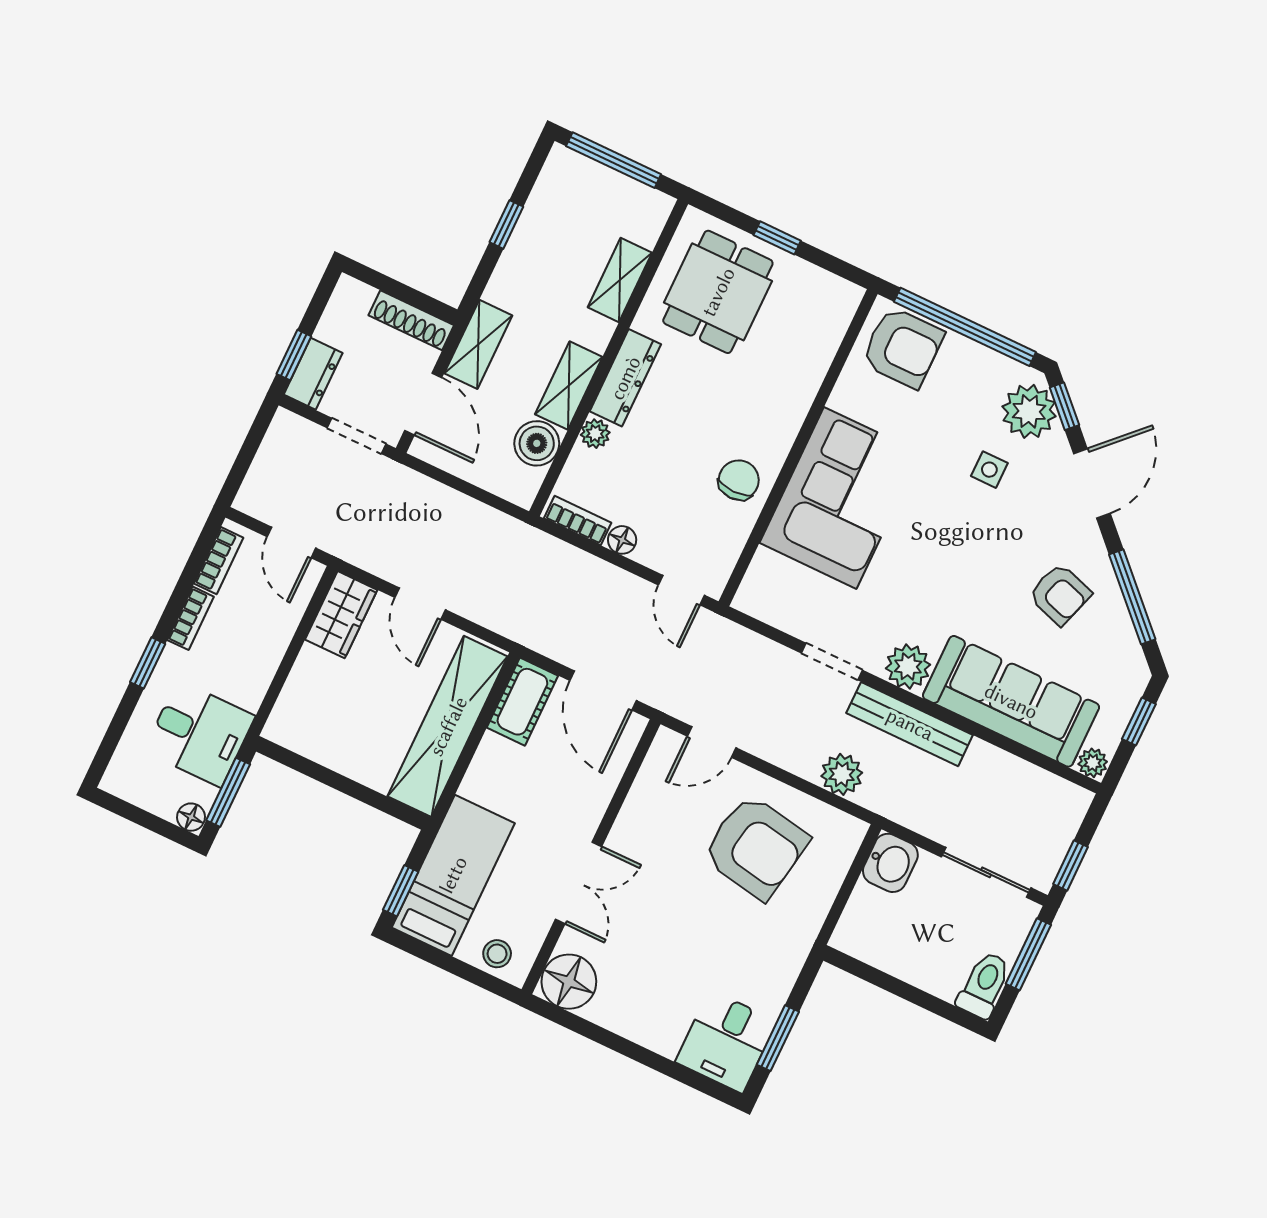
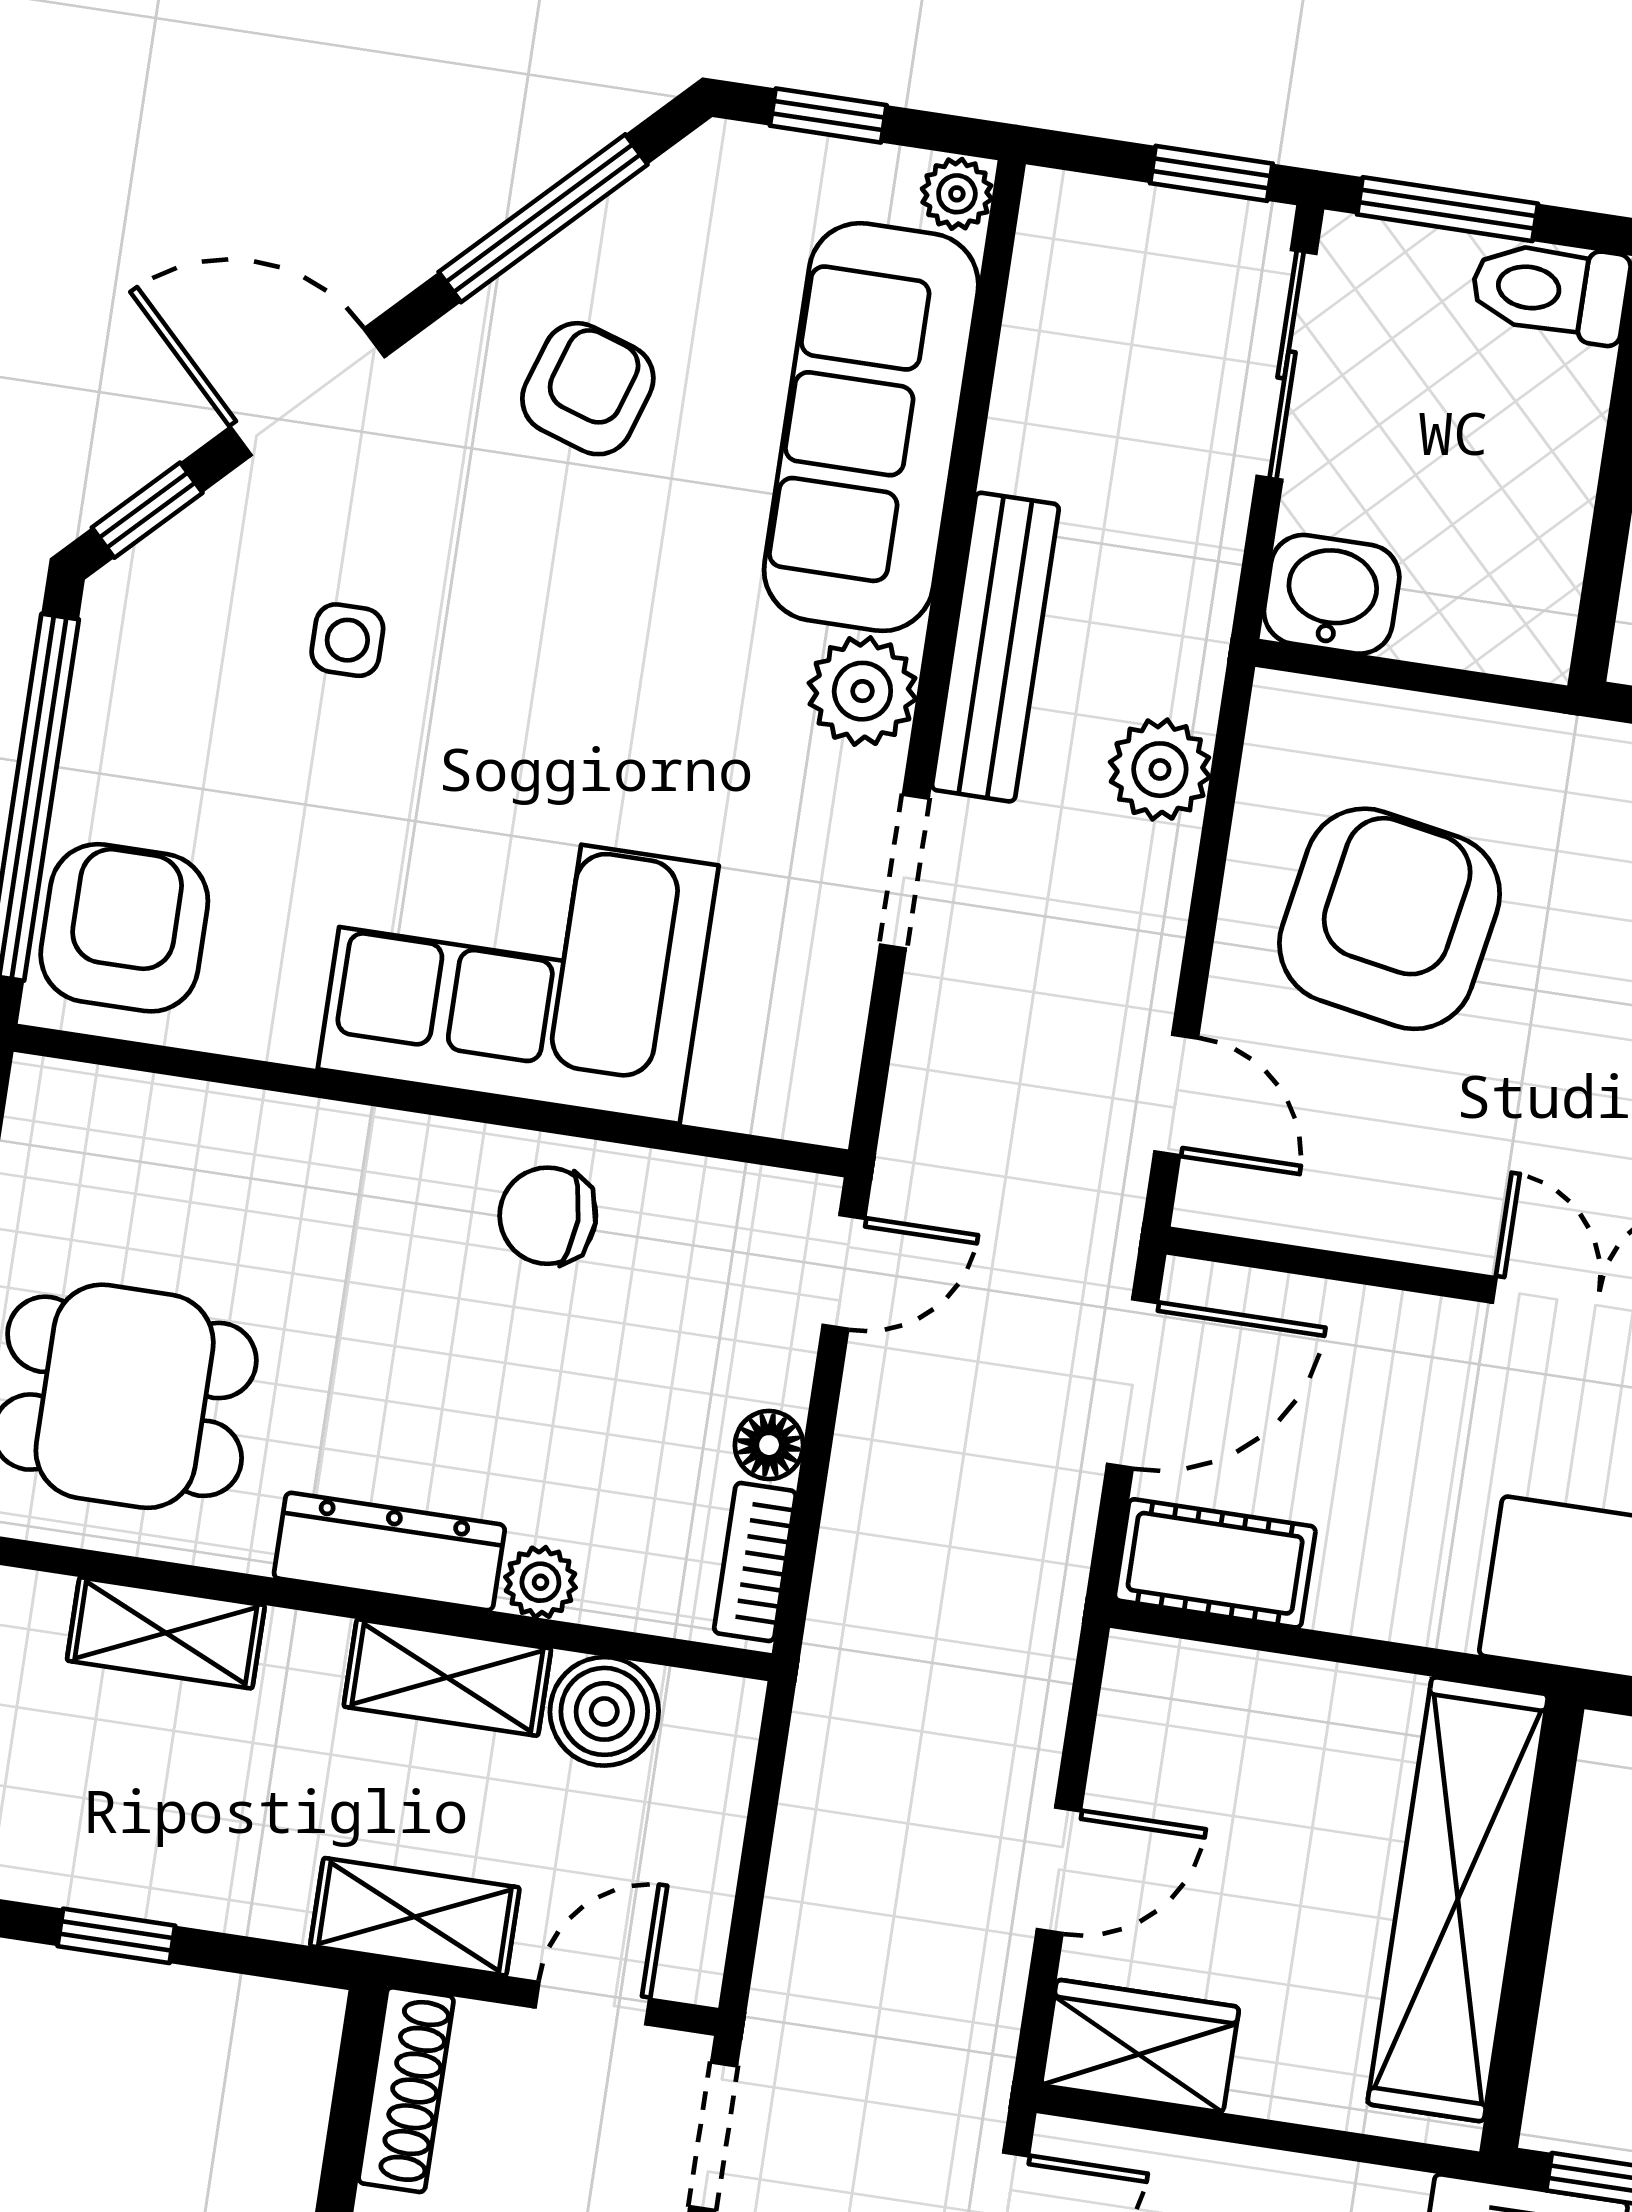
door: (423, 404) -> (592, 2003), width x0.73
plant: (1029, 411) -> (184, 589), removed
shelving: (448, 726) -> (1458, 1899), moved, turned 90

